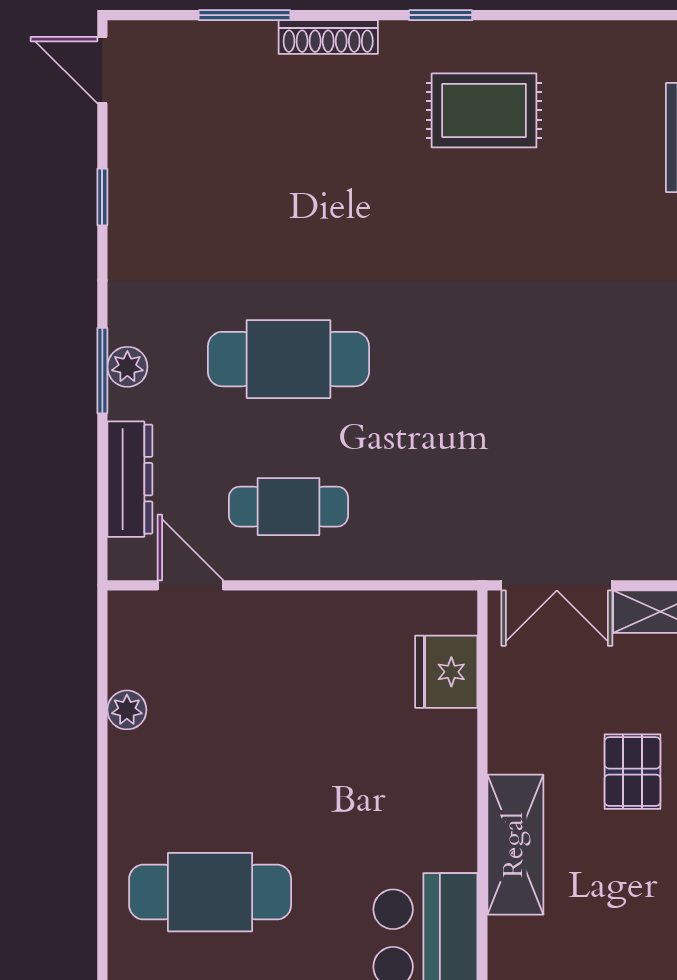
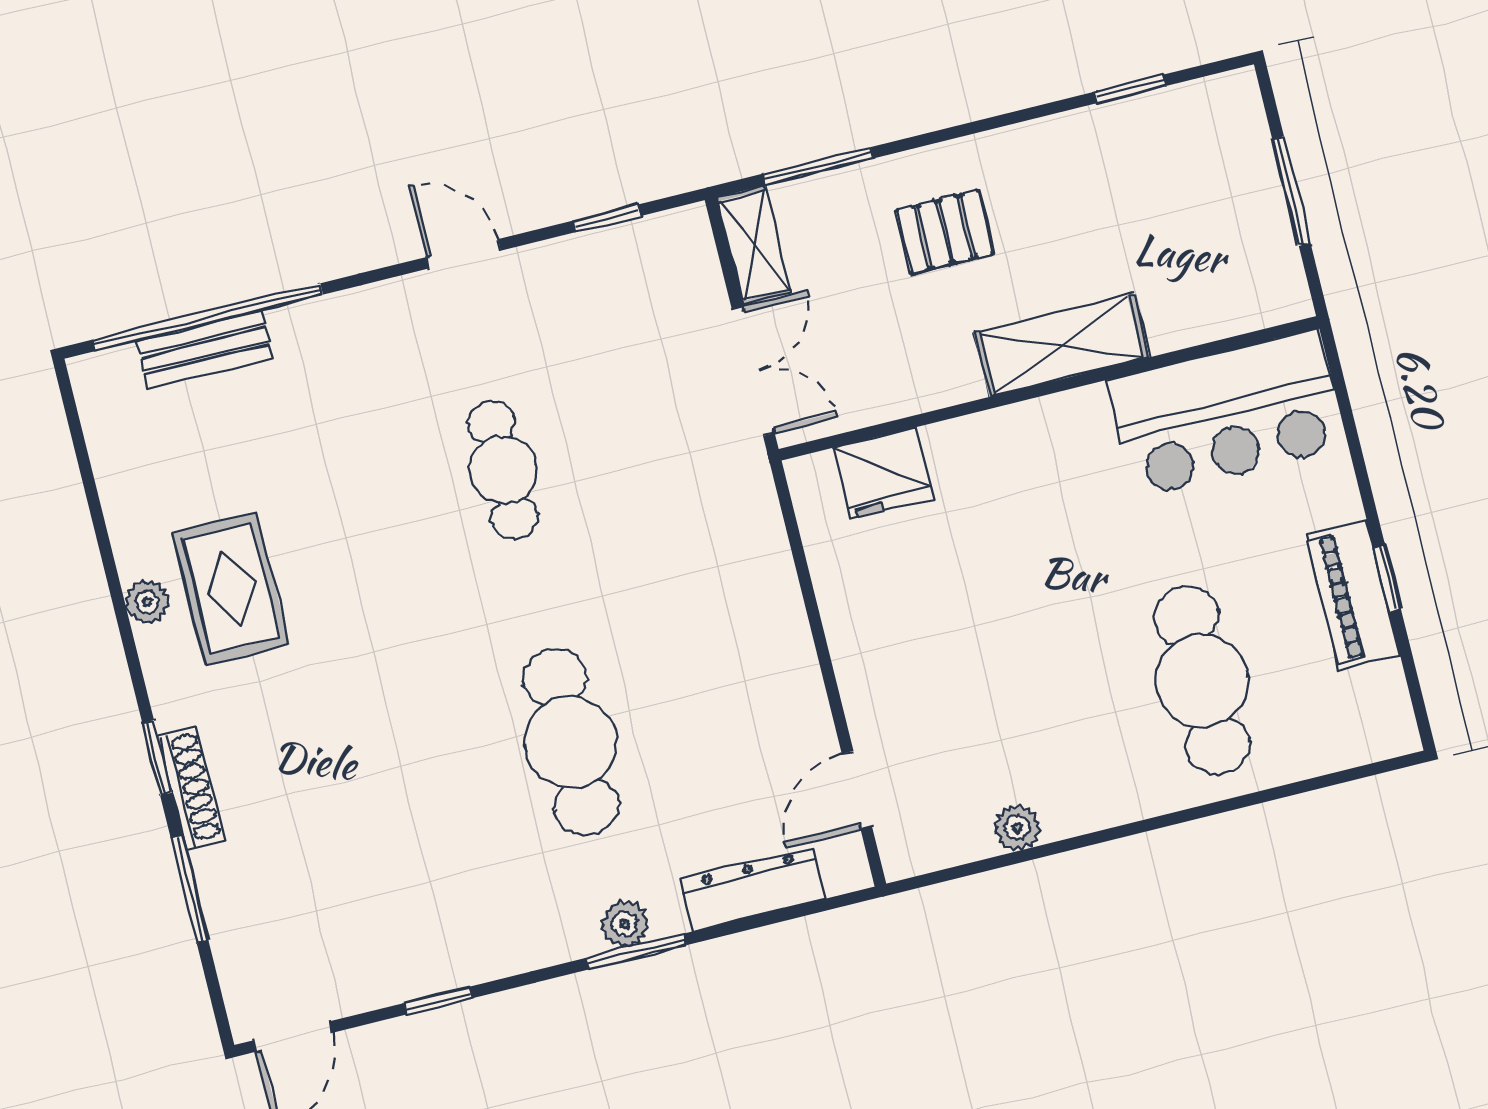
window: (441, 15) -> (157, 758), moved
plant: (490, 39) -> (147, 602), added
cafe table: (288, 507) -> (503, 470), moved

